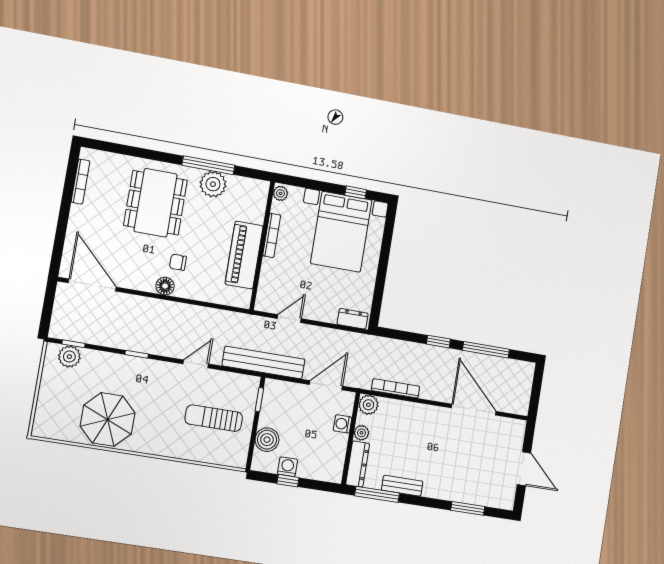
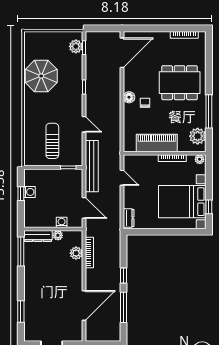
plant: (213, 184) -> (198, 136), moved
plant: (368, 405) -> (76, 253), moved
boiler: (267, 440) -> (44, 176), removed
bench: (402, 486) -> (29, 267), removed

